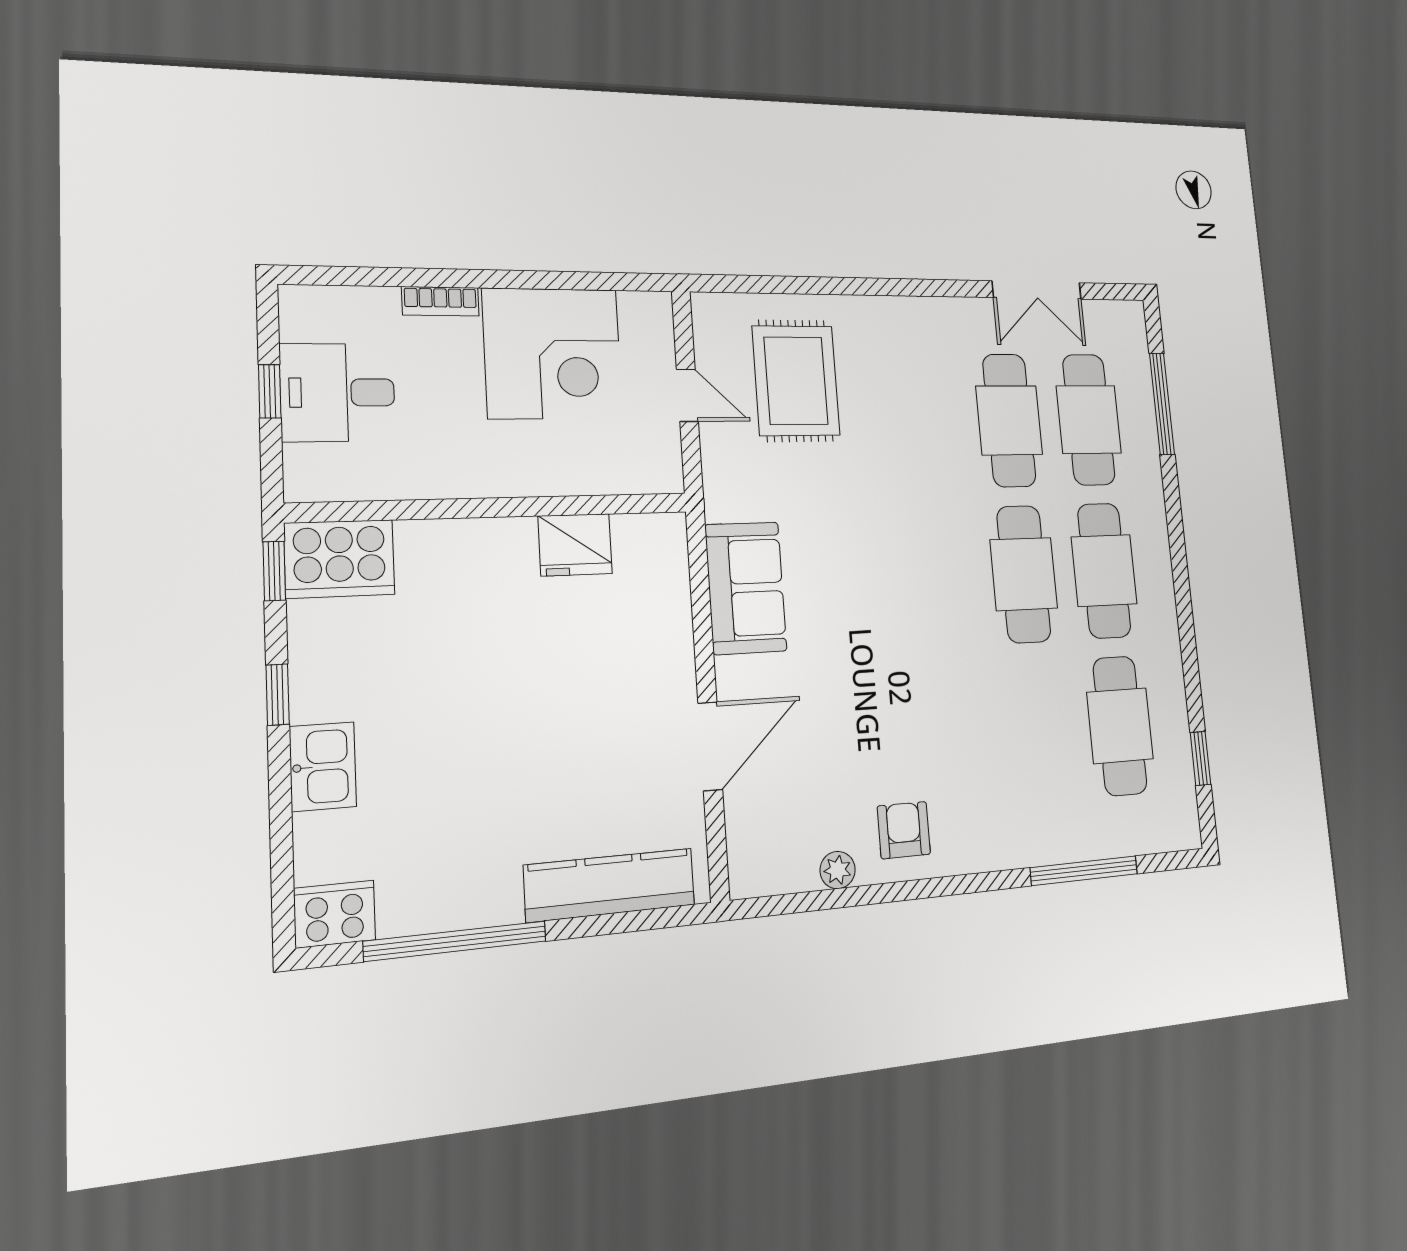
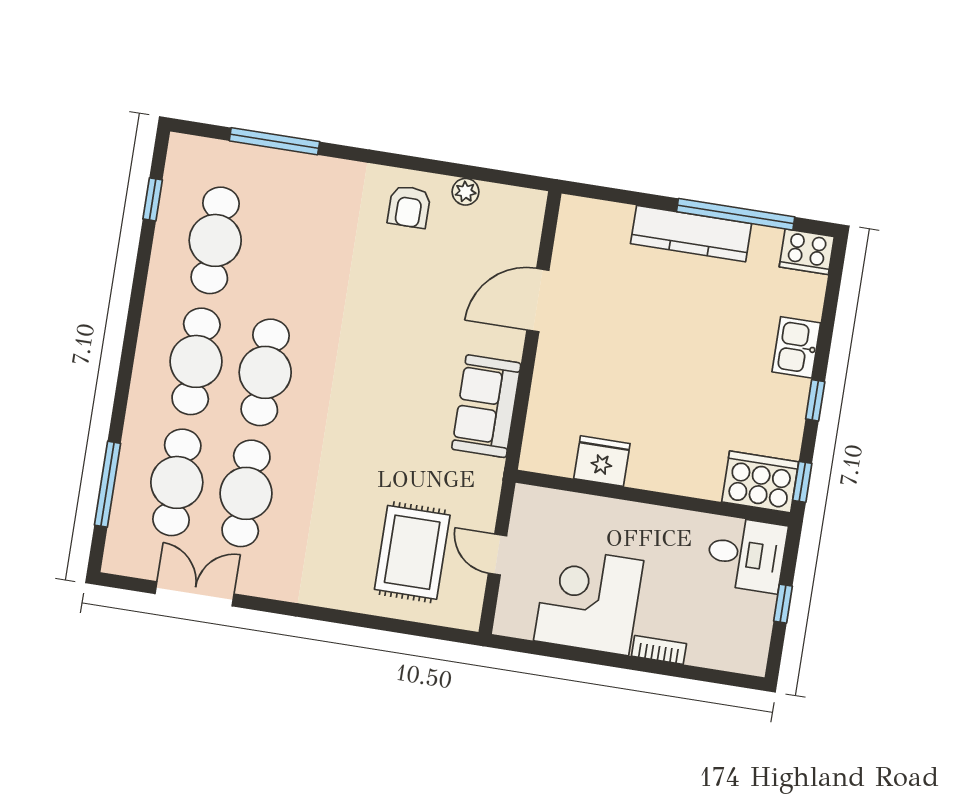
desk: (338, 392) -> (746, 554), moved
kitchen counter: (610, 885) -> (691, 234), moved

